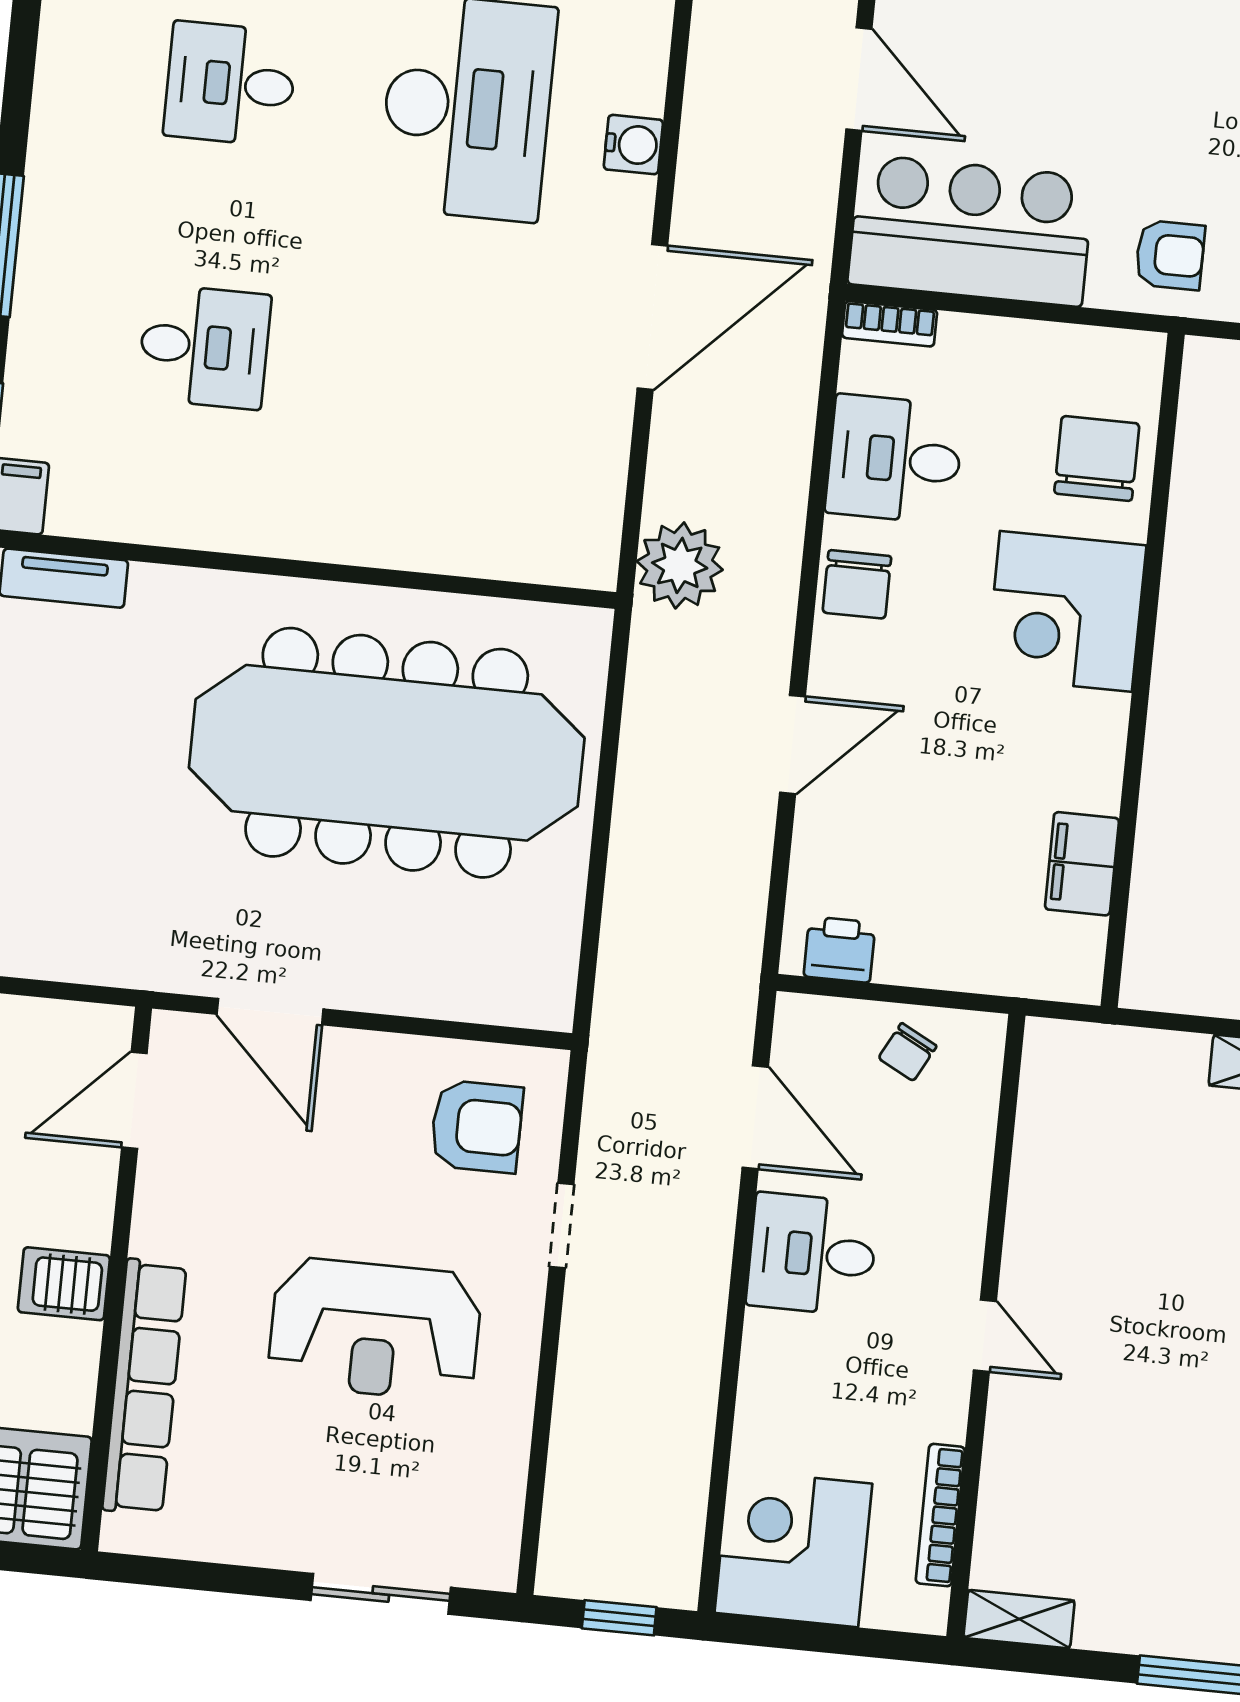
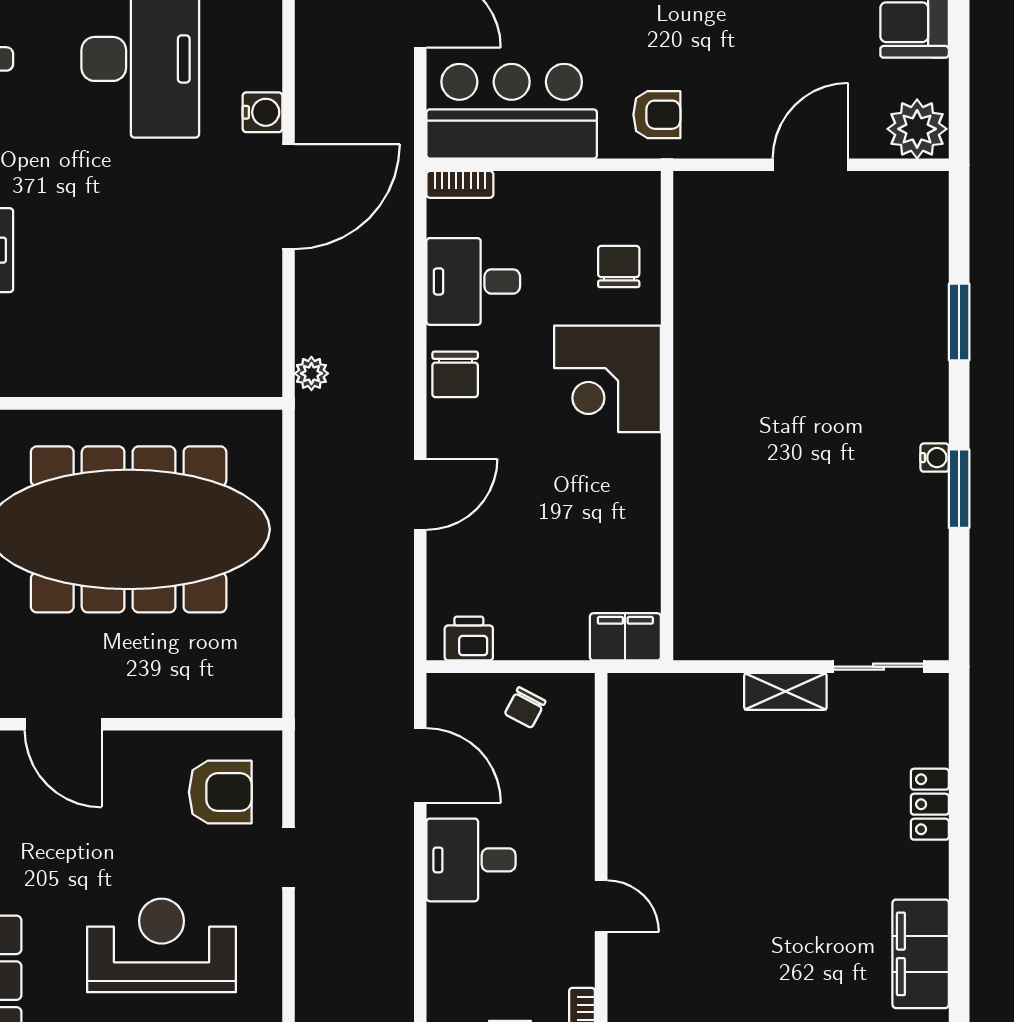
water cooler: (633, 145) -> (262, 112), moved
chair: (1097, 458) -> (619, 266), width x0.73, depth x0.73
plant: (680, 565) -> (311, 373), width x0.53, depth x0.53
filing cabinet: (1082, 864) -> (625, 637), moved, turned 90
reception desk: (375, 1329) -> (162, 945), turned 180

